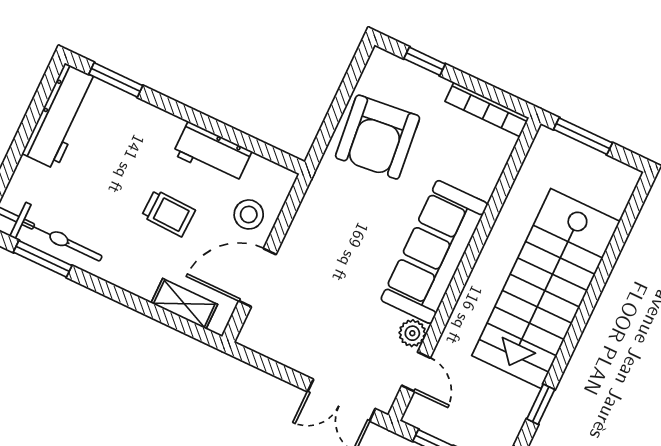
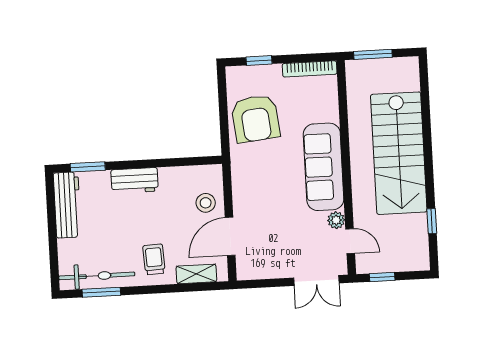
workbench: (212, 153) -> (135, 180), moved
trolley: (168, 213) -> (154, 259), moved, turned -95

